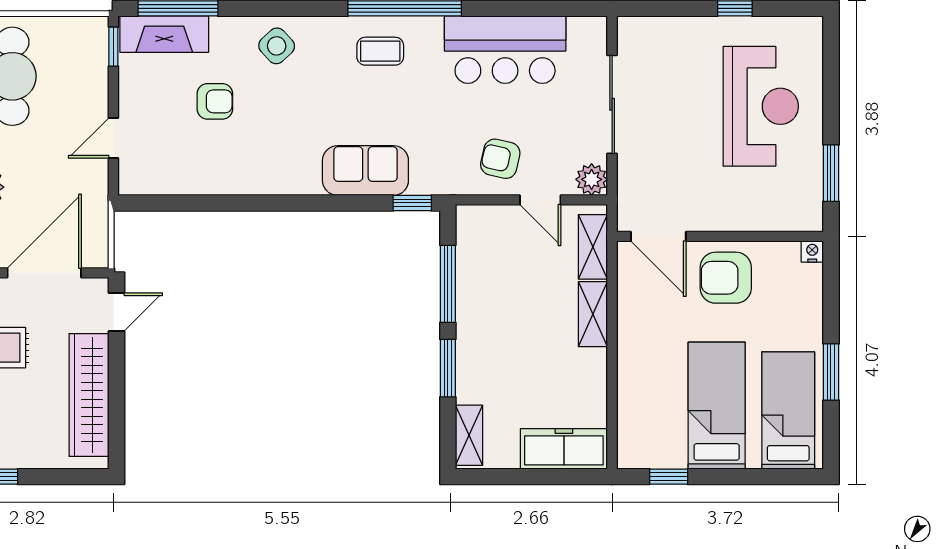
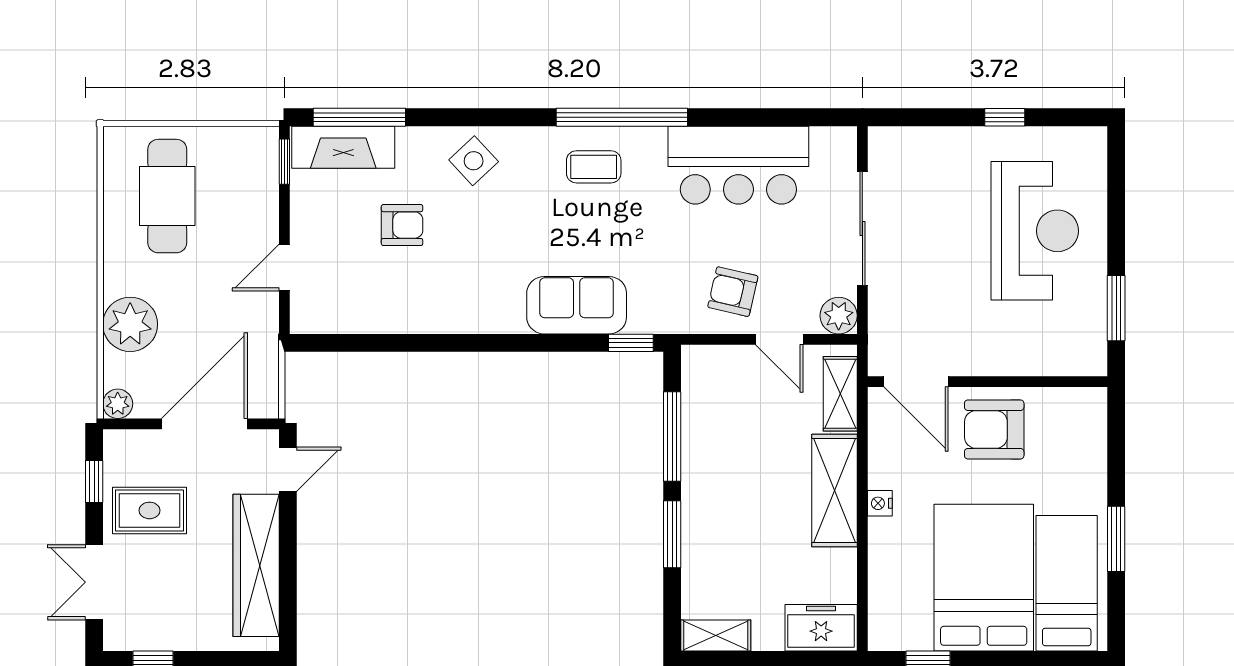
nightstand: (812, 252) -> (880, 503), moved, turned -90
shelving: (593, 314) -> (835, 490), width x1.50, depth x1.33
bed: (717, 406) -> (984, 578), width x1.50
shelving: (469, 435) -> (716, 636), moved, turned 90
freezer: (564, 449) -> (821, 628), width x0.71

